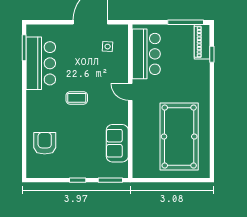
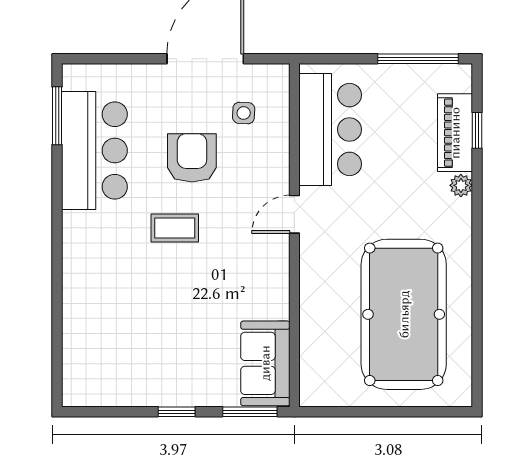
piano: (202, 42) -> (455, 133), moved
plant: (205, 79) -> (461, 185), added
door: (130, 92) -> (294, 214), hinge flipped
armchair: (45, 143) -> (192, 158), moved
sofa: (117, 143) -> (265, 363), moved

